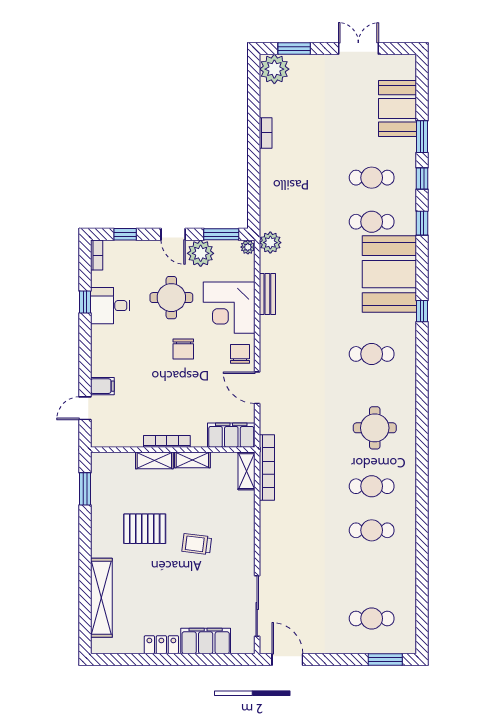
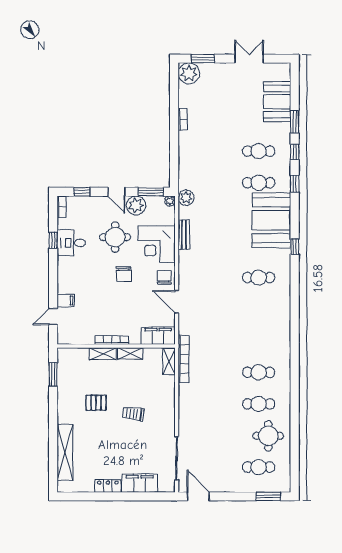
round table: (375, 428) -> (268, 436), moved
pallet: (145, 529) -> (96, 403), width x0.67, depth x0.71

